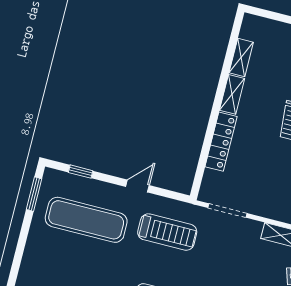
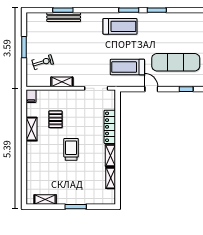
door: (137, 186) -> (151, 89), swing flipped

